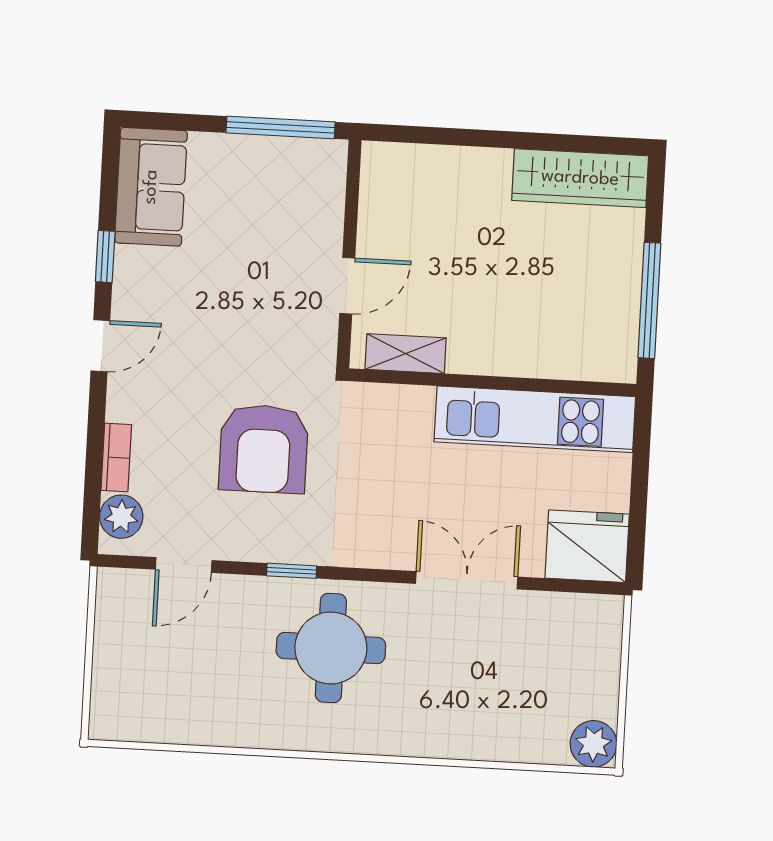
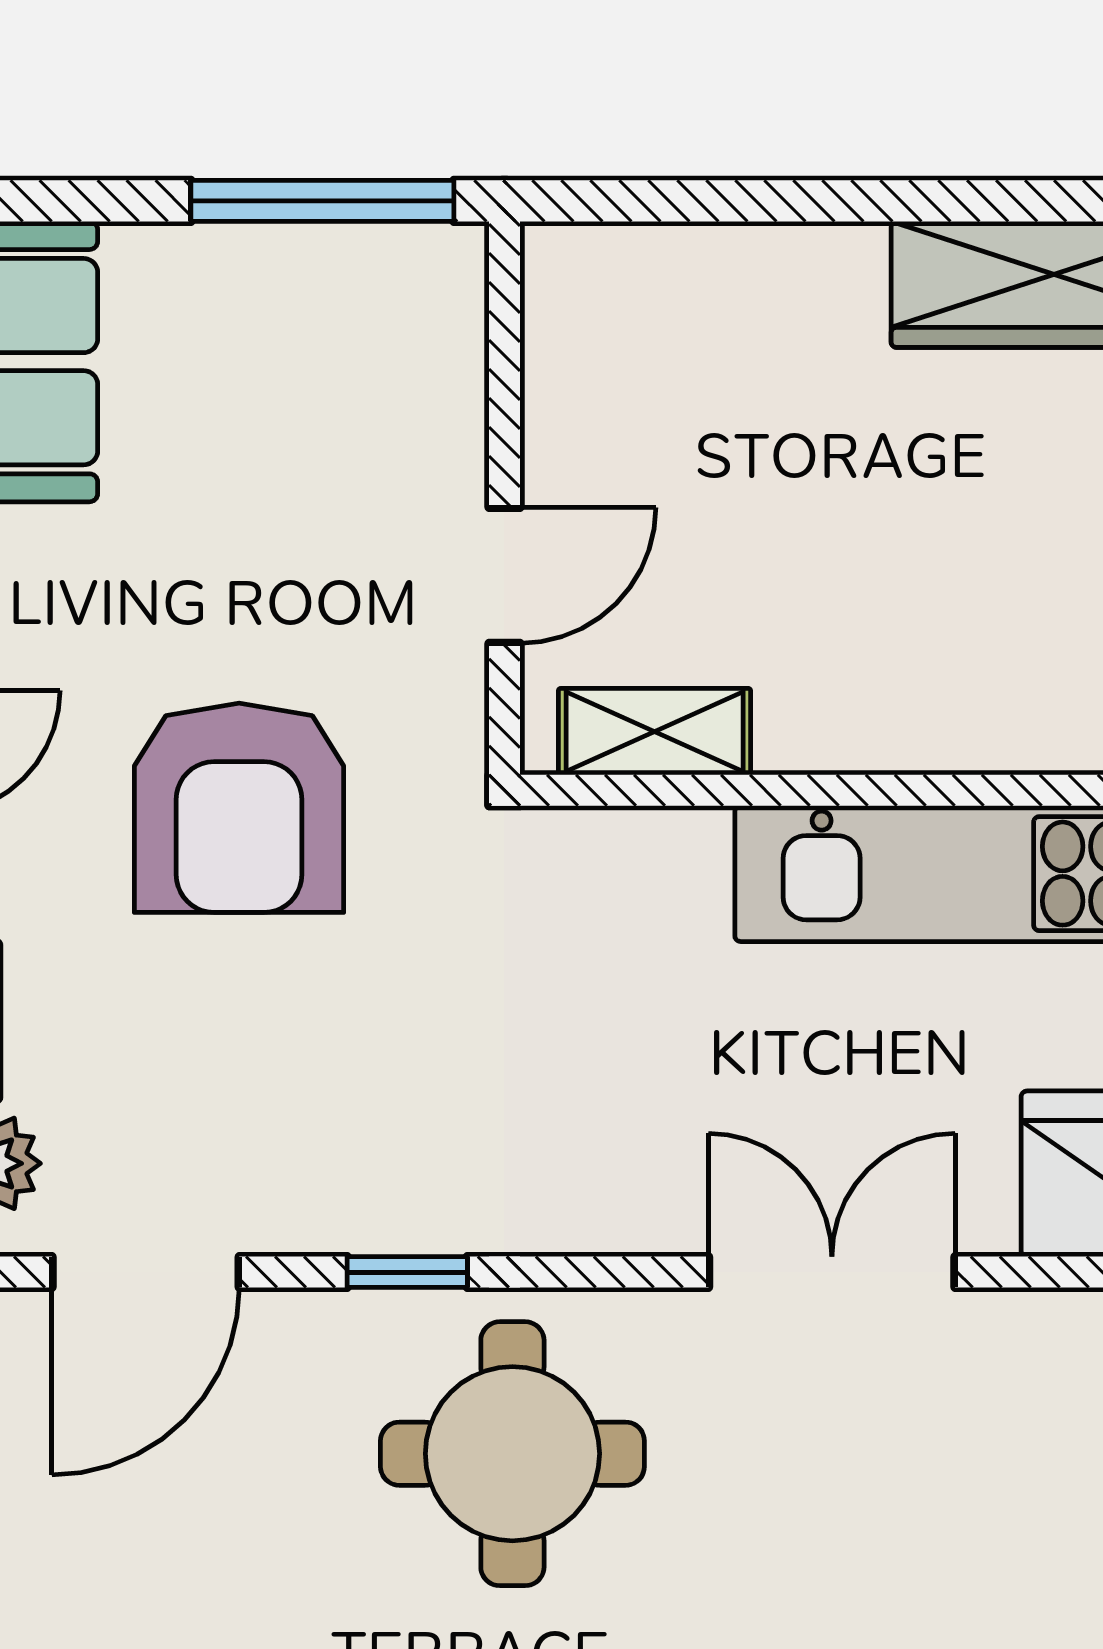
armchair: (264, 449) -> (239, 808), moved
door: (184, 565) -> (146, 1272), width x1.38

